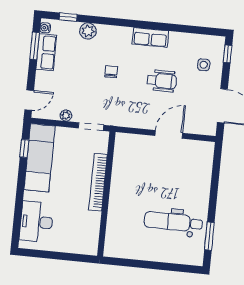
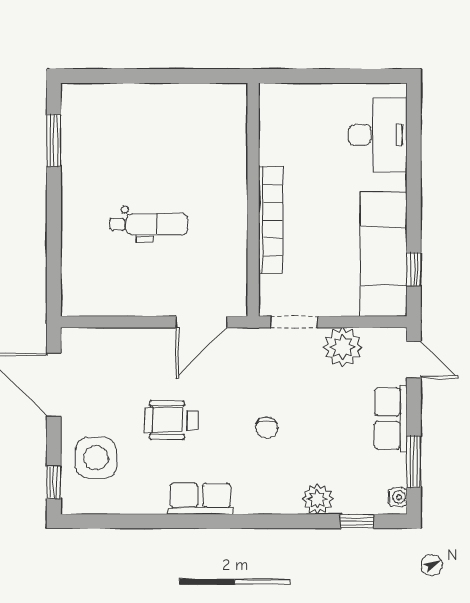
row of seats: (46, 52) -> (391, 418), moved
side table: (204, 65) -> (96, 458), width x1.87, depth x1.87
door: (29, 100) -> (414, 360), swing flipped
plant: (66, 116) -> (343, 347), width x1.88, depth x1.88
door: (169, 134) -> (201, 322), moved
dental chair: (173, 222) -> (148, 224), moved, width x0.73, depth x0.72

